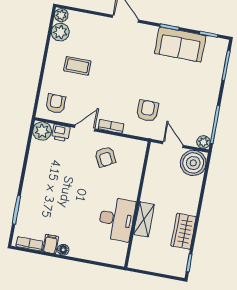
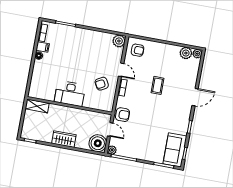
sofa: (180, 44) -> (175, 150), moved
coffee table: (77, 66) -> (158, 85), moved
armchair: (147, 111) -> (123, 115), moved
printer: (61, 133) -> (118, 54), removed
door: (173, 145) -> (110, 129), hinge flipped
desk: (117, 219) -> (70, 93), moved
shelving: (144, 219) -> (37, 106), moved
wardrobe: (184, 231) -> (64, 139), moved

